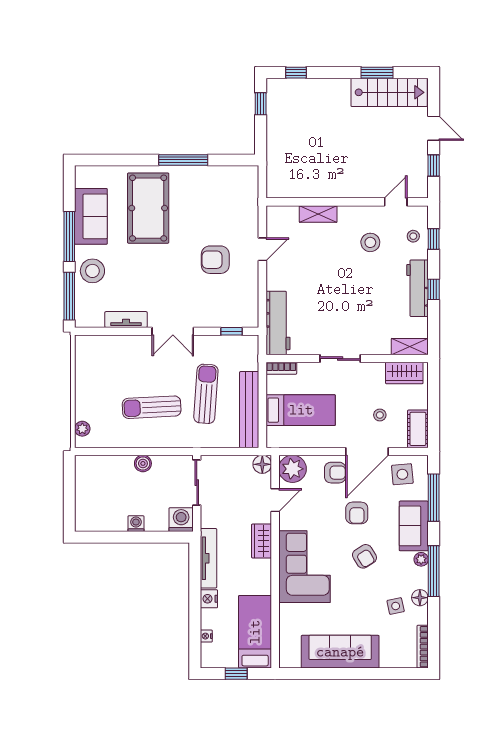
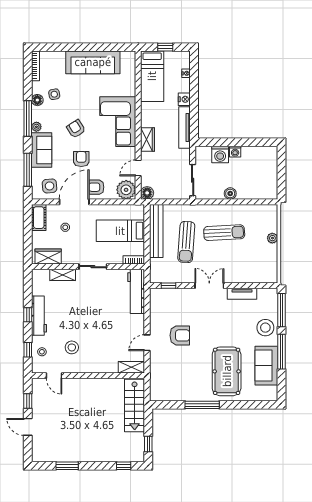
stairs: (389, 92) -> (135, 406), moved, turned -90
door: (396, 202) -> (54, 376), hinge flipped
shelving: (318, 214) -> (131, 367), moved
shelving: (410, 347) -> (63, 275), moved
plant: (82, 429) -> (272, 238), moved
washing machine: (181, 520) -> (220, 154), moved

